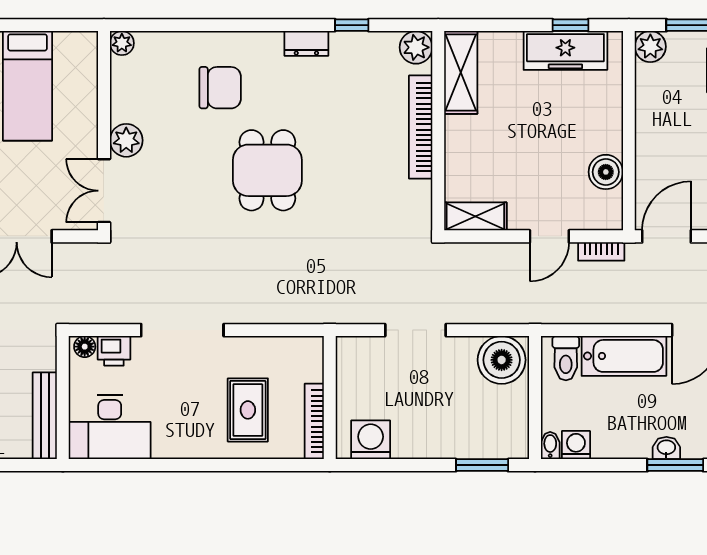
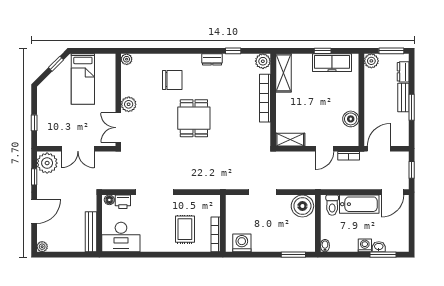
window: (570, 25) -> (323, 51), moved
washing machine: (576, 445) -> (365, 245), moved

